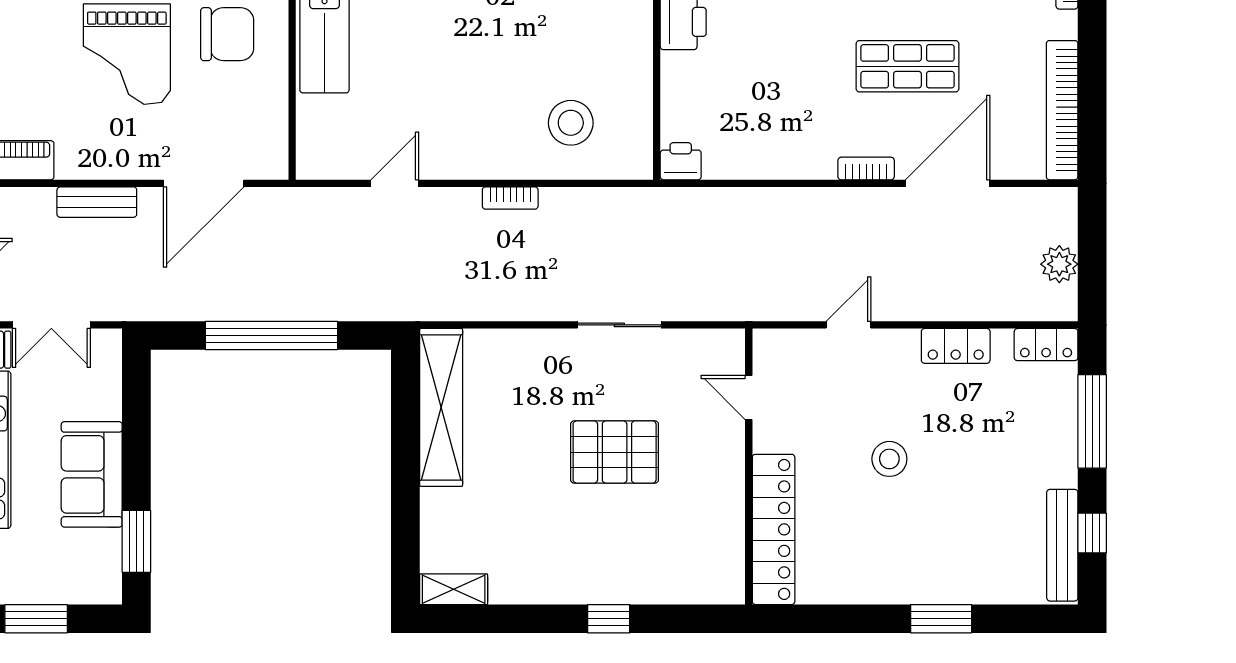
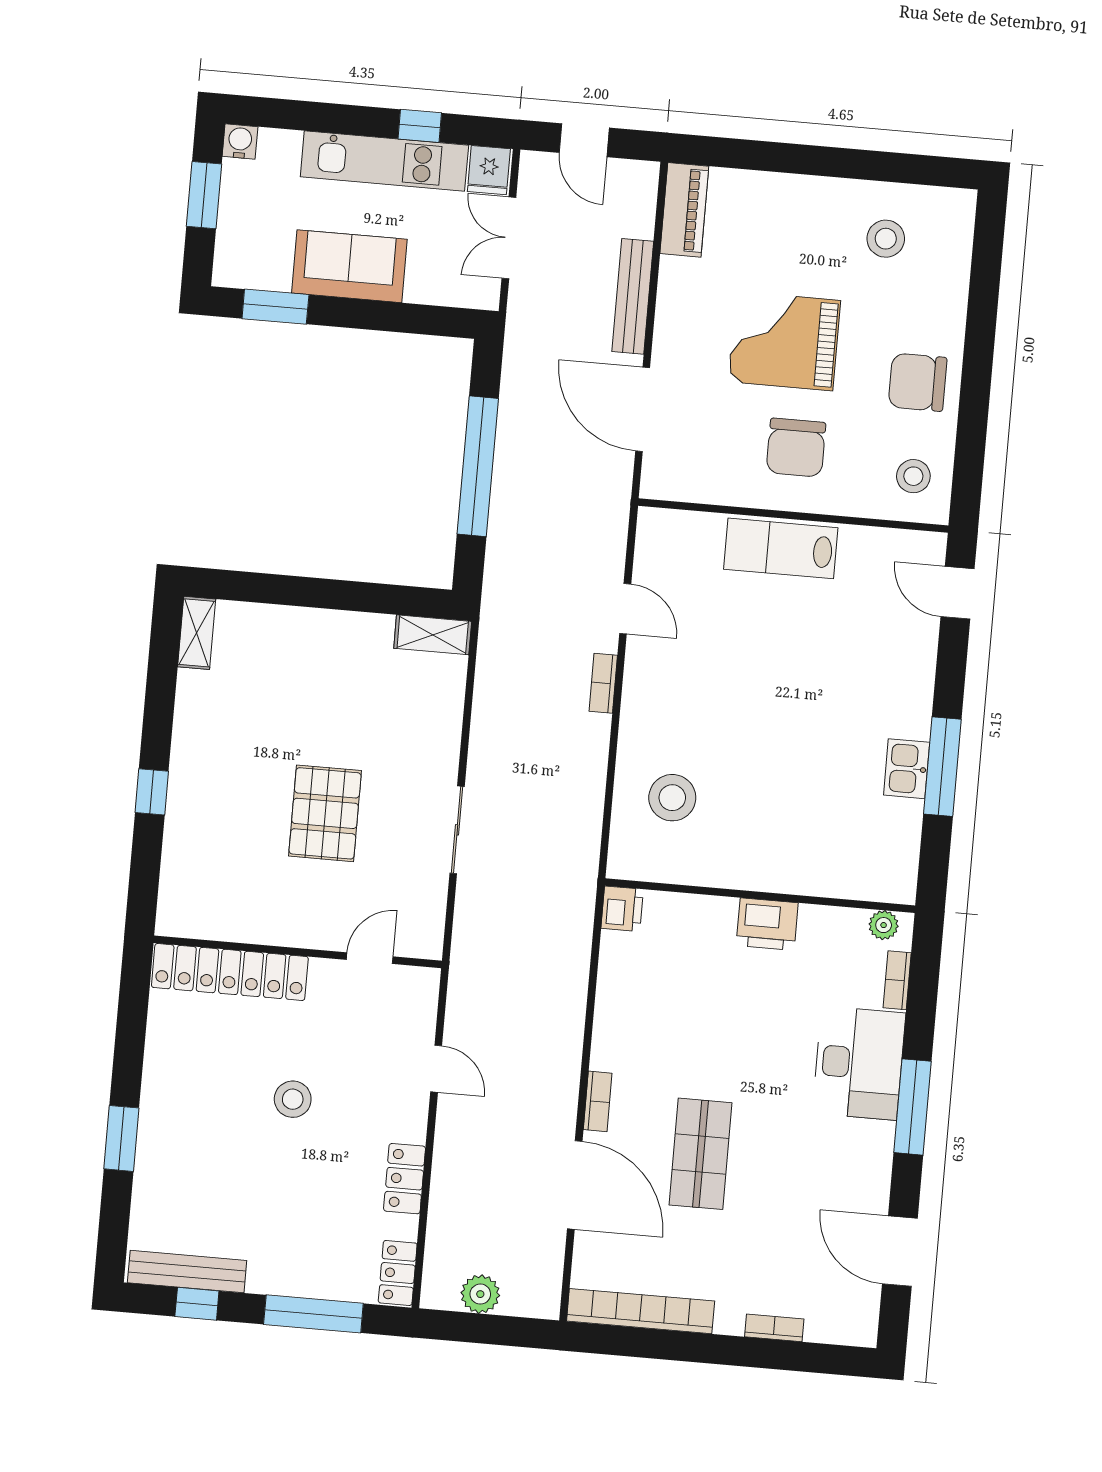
bookcase: (510, 198) -> (603, 683), moved
bench: (97, 202) -> (633, 296), width x1.36
shelving: (441, 407) -> (433, 635), width x0.45, depth x0.75

